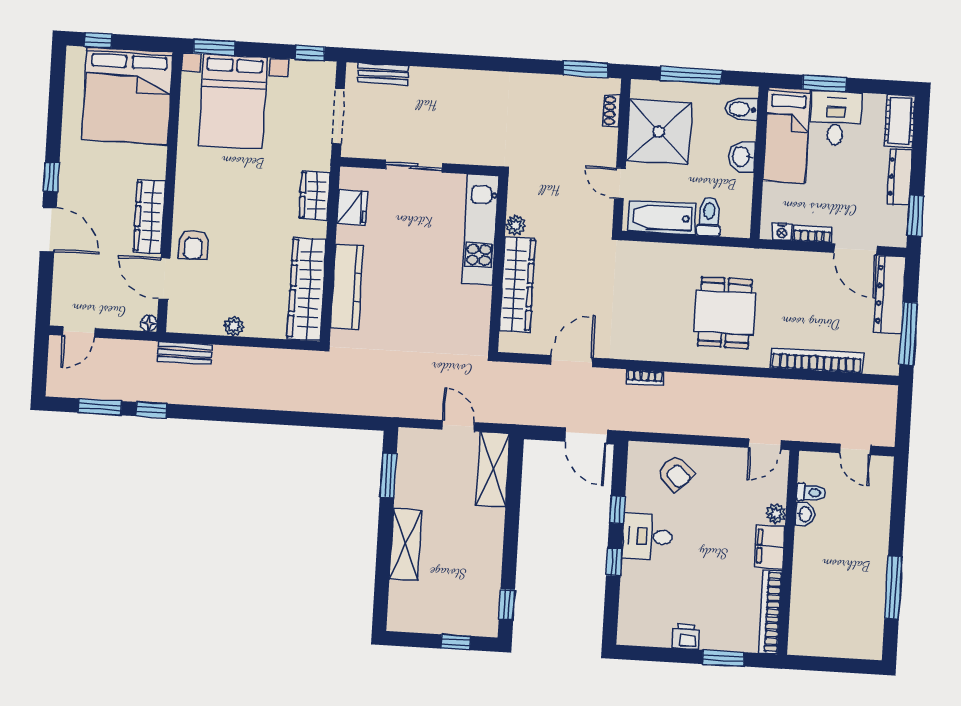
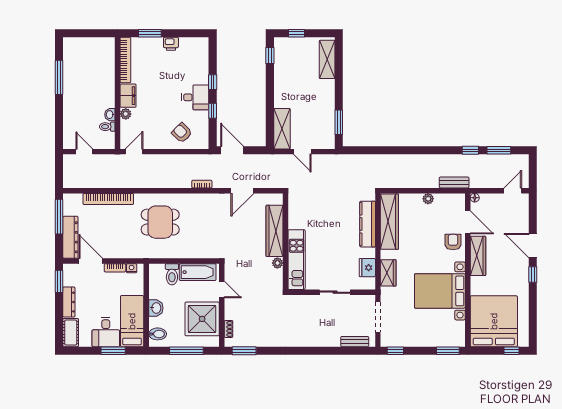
bed with nightstands: (233, 102) -> (440, 291), moved, turned -90
dining table: (725, 313) -> (160, 222), turned 90
shelving: (405, 544) -> (327, 59), moved

